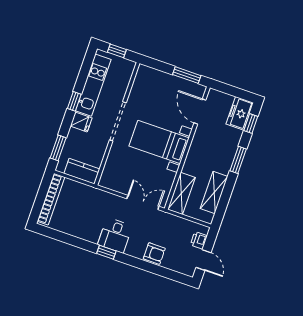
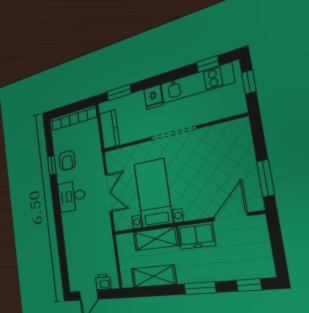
window: (74, 101) -> (208, 64), moved
freezer: (240, 113) -> (196, 236), moved, turned 180
bed with nightstands: (159, 142) -> (153, 193), moved
shelving: (181, 193) -> (156, 239), moved
double door: (143, 202) -> (109, 193), moved
window: (106, 252) -> (52, 165), moved
armchair: (154, 254) -> (67, 161), moved

